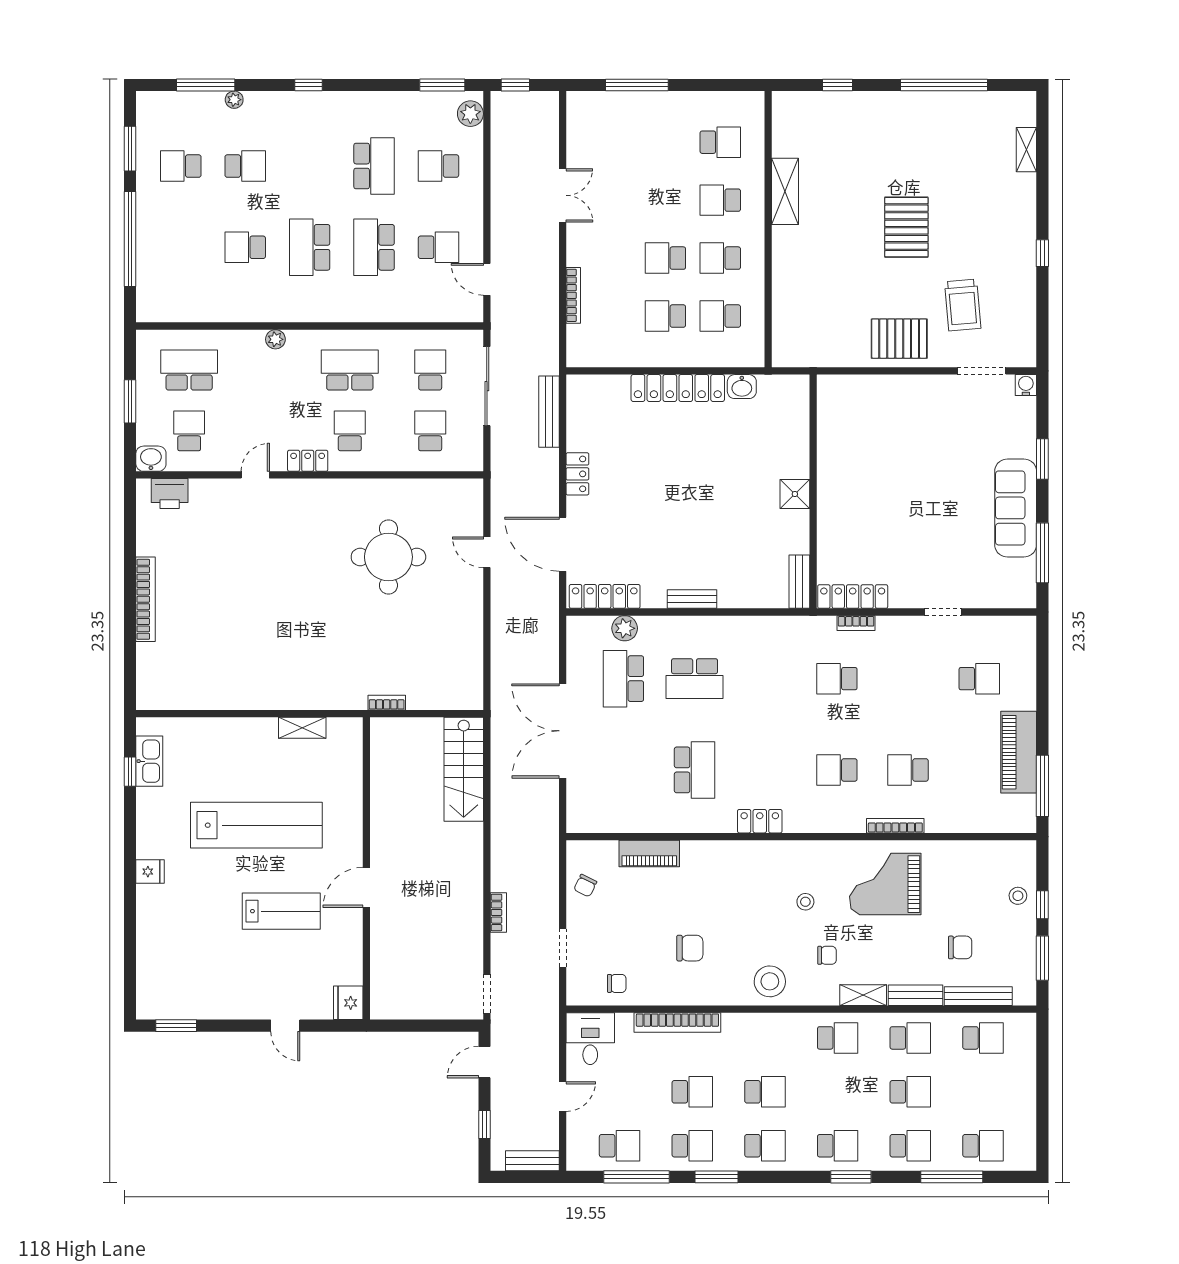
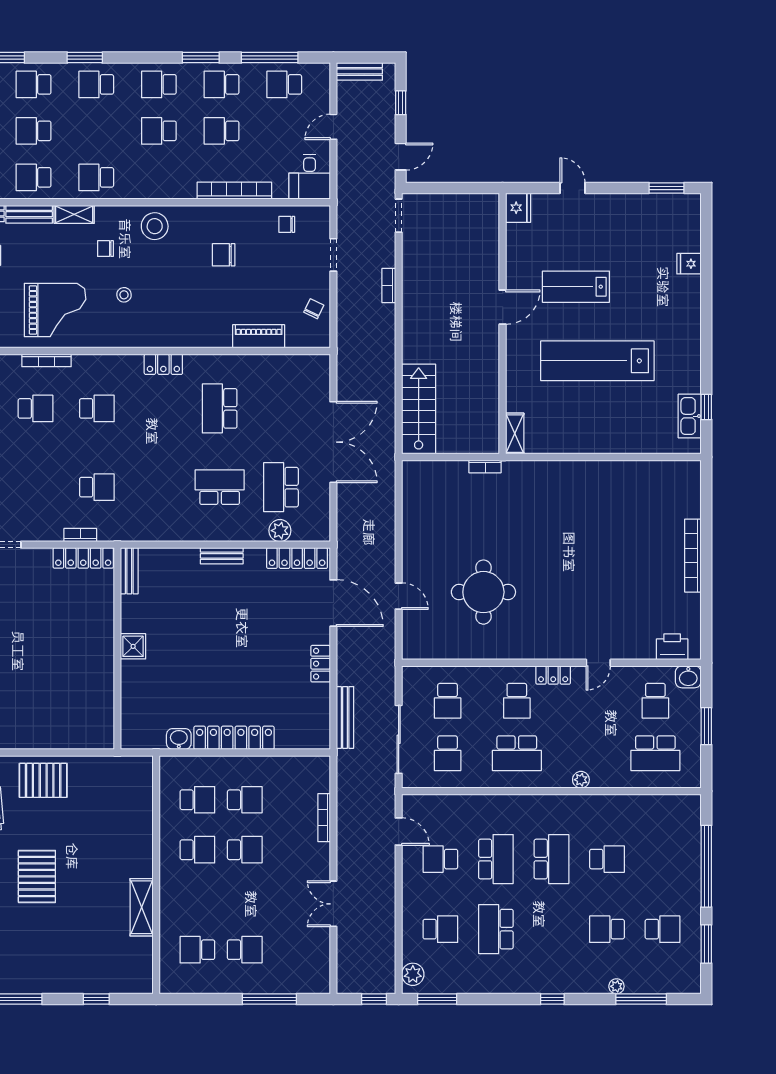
school desk: (720, 200) -> (245, 950), moved
school desk: (623, 679) -> (281, 487), turned 180
shelving: (302, 728) -> (515, 434), moved, turned 90
fridge: (150, 872) -> (689, 264), moved

